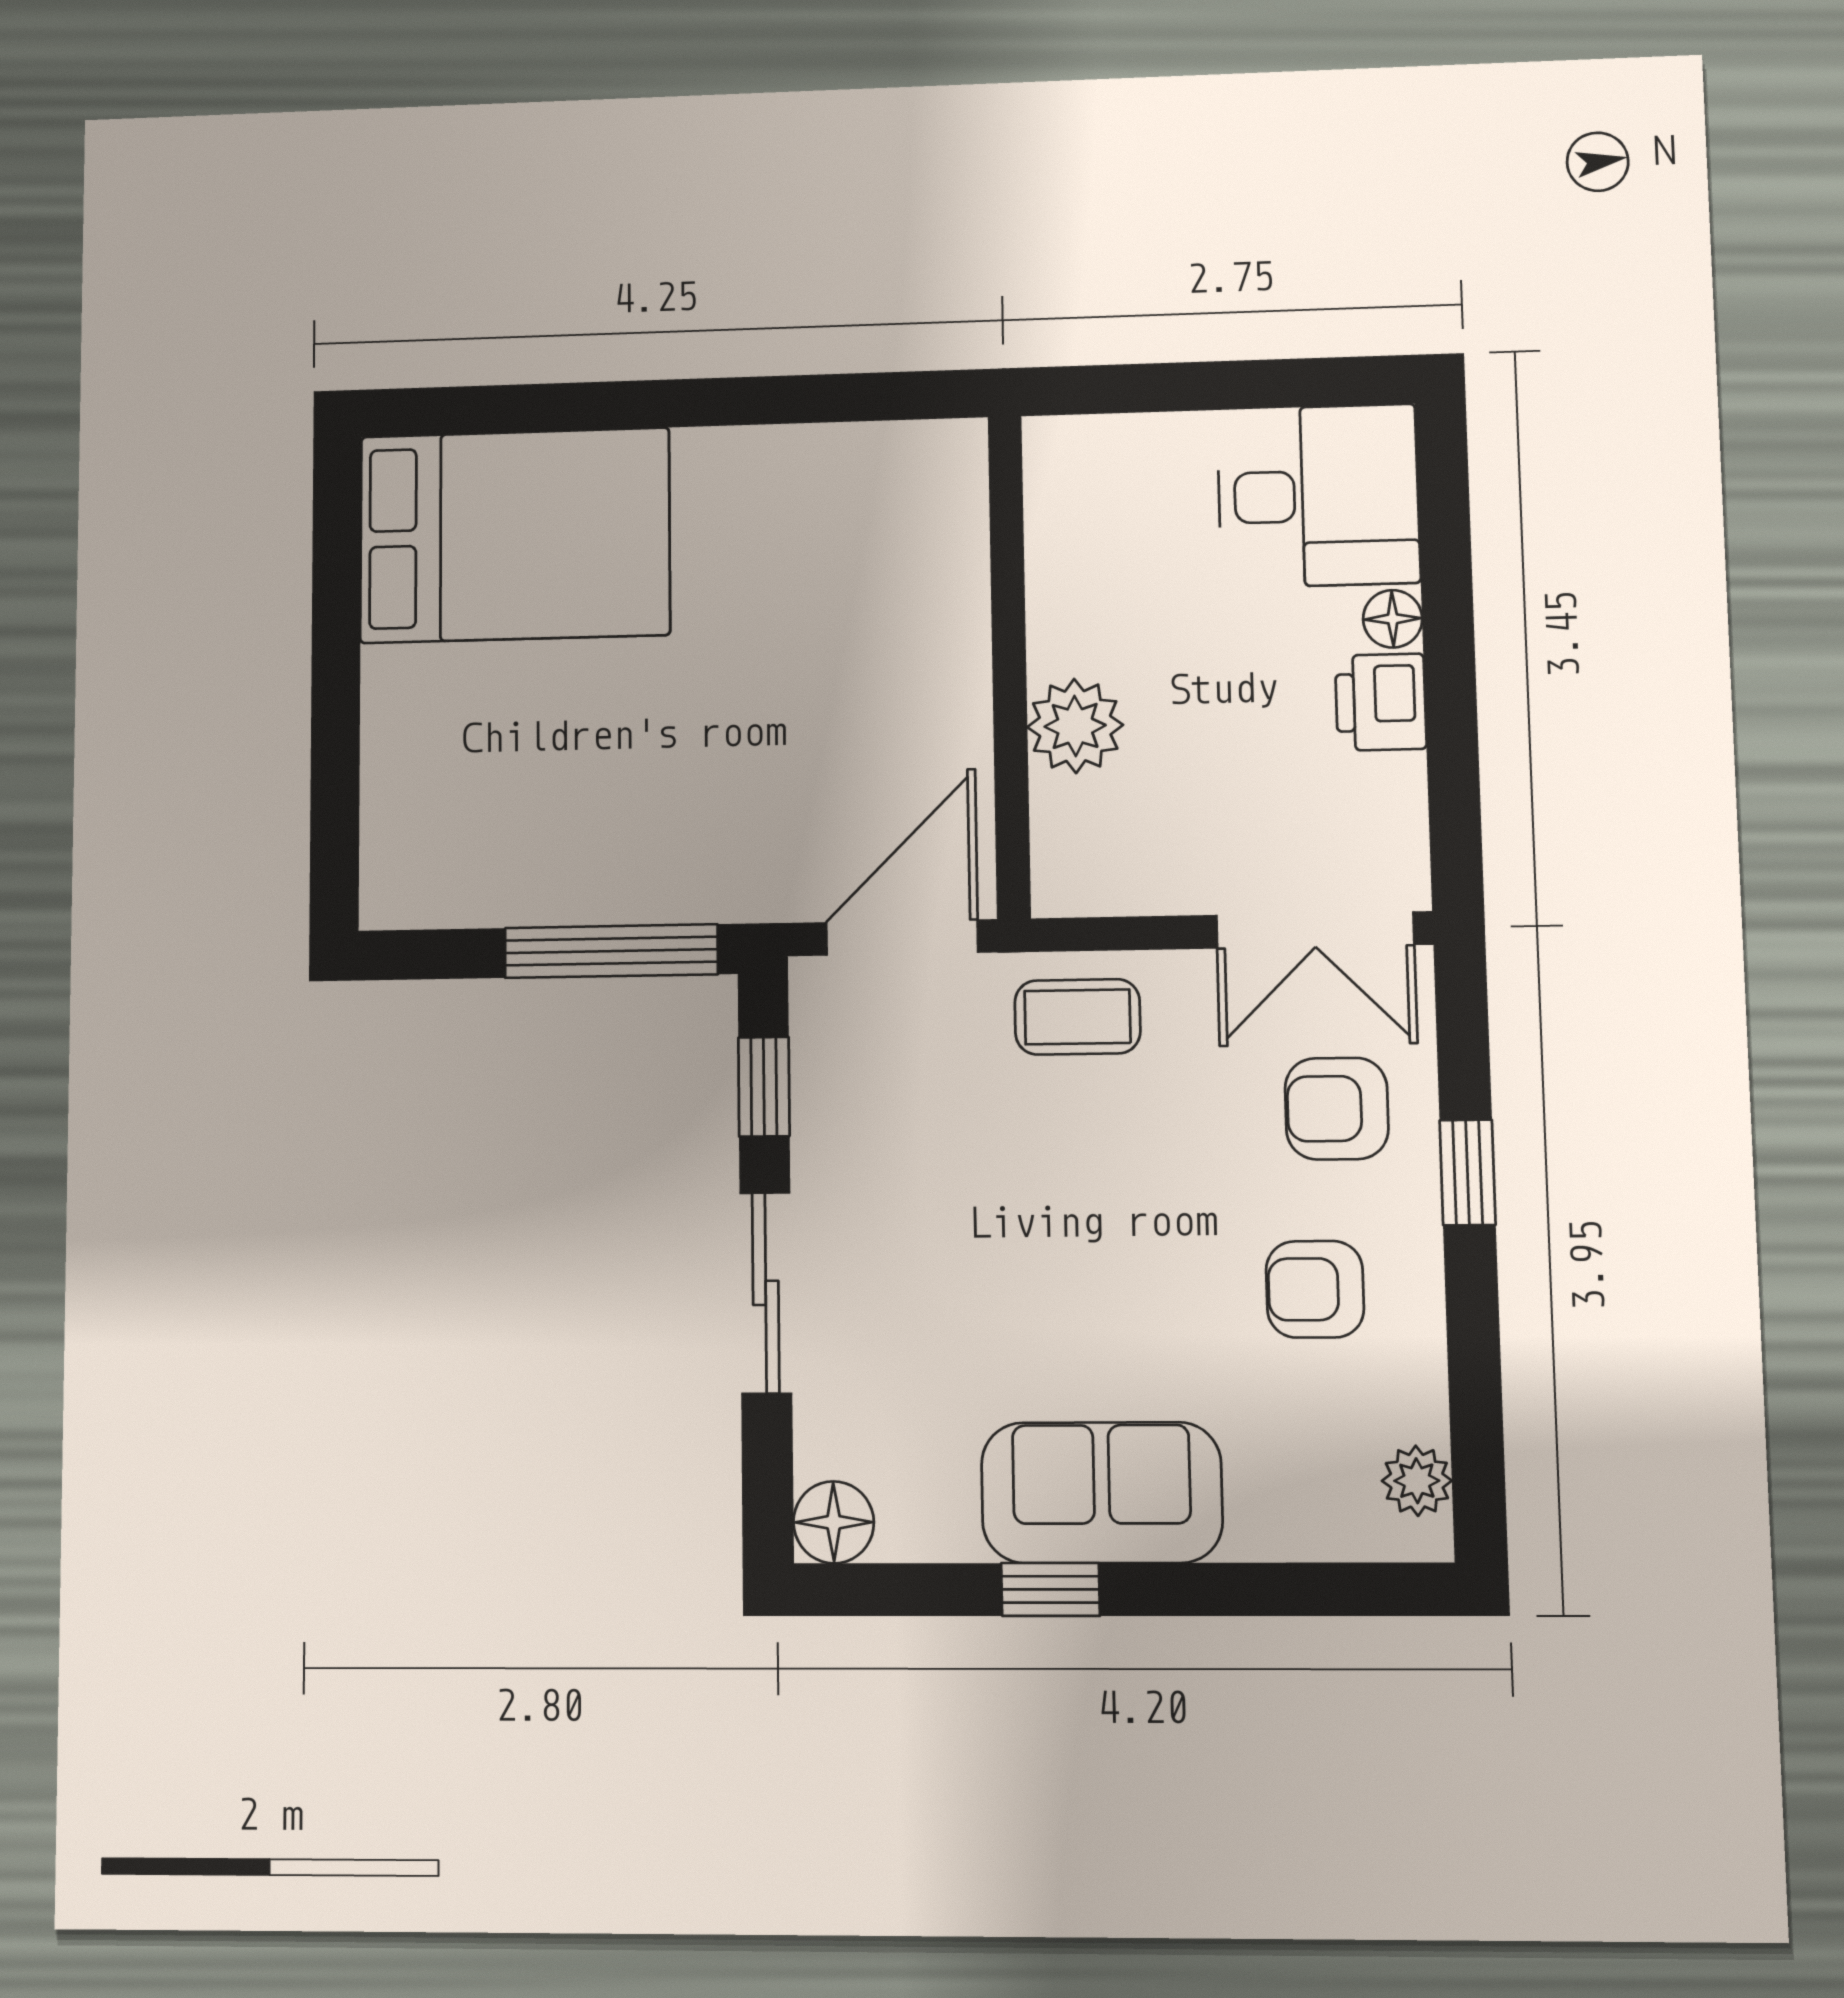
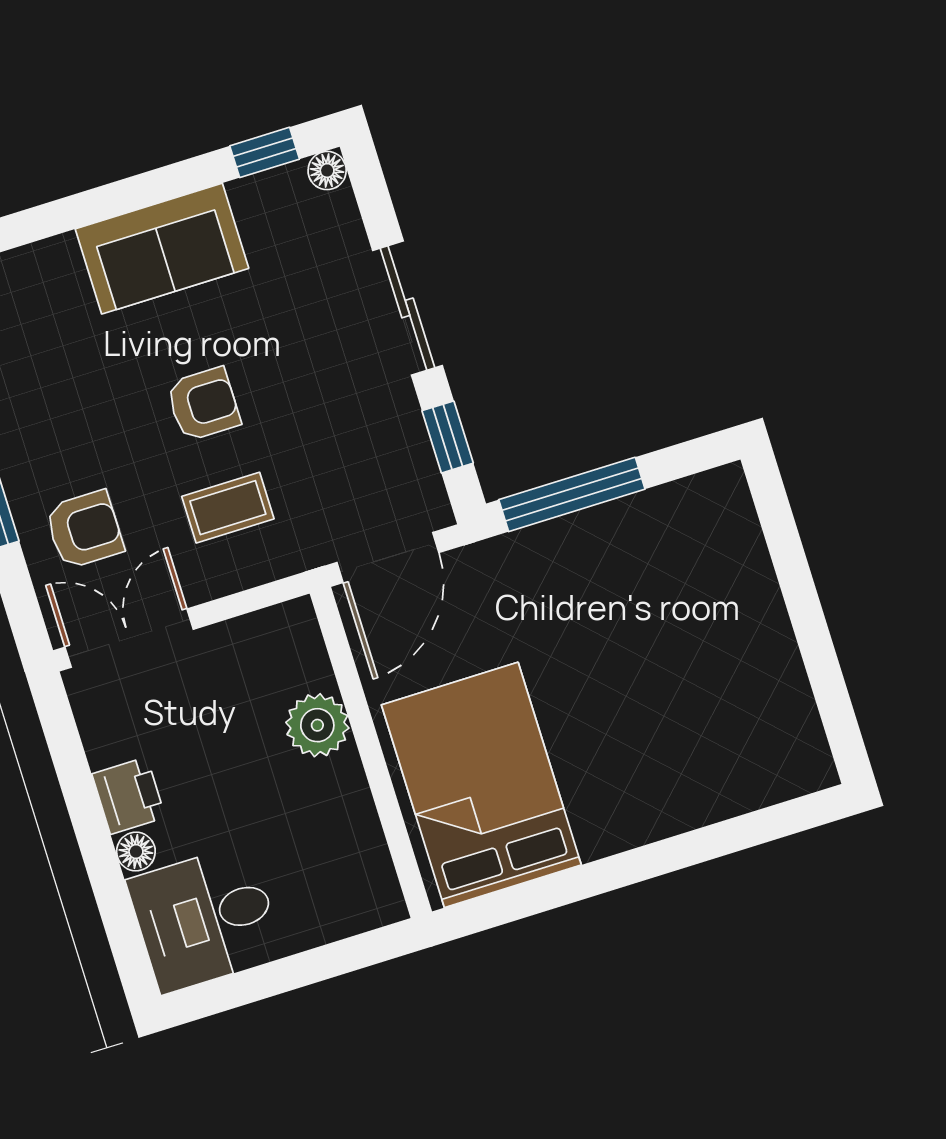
bed: (515, 535) -> (481, 785), moved, turned 90
coffee table: (1077, 1017) -> (228, 508), moved
armchair: (1315, 1289) -> (203, 404), moved
floor lamp: (834, 1522) -> (327, 170), width x0.73, depth x0.73
window: (1050, 1589) -> (265, 152), moved

